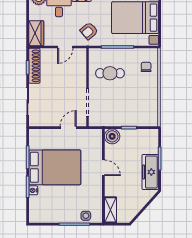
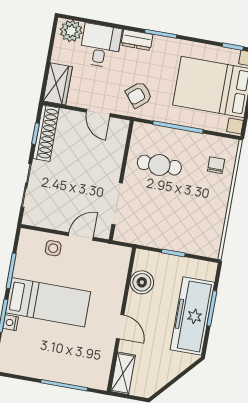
door: (65, 47) -> (98, 113), hinge flipped
boiler: (112, 136) -> (142, 282), moved
bed: (55, 167) -> (48, 302), width x0.67
door: (103, 168) -> (120, 327), moved
freezer: (150, 172) -> (192, 316), width x1.36, depth x1.26
side table: (86, 216) -> (53, 248), moved

